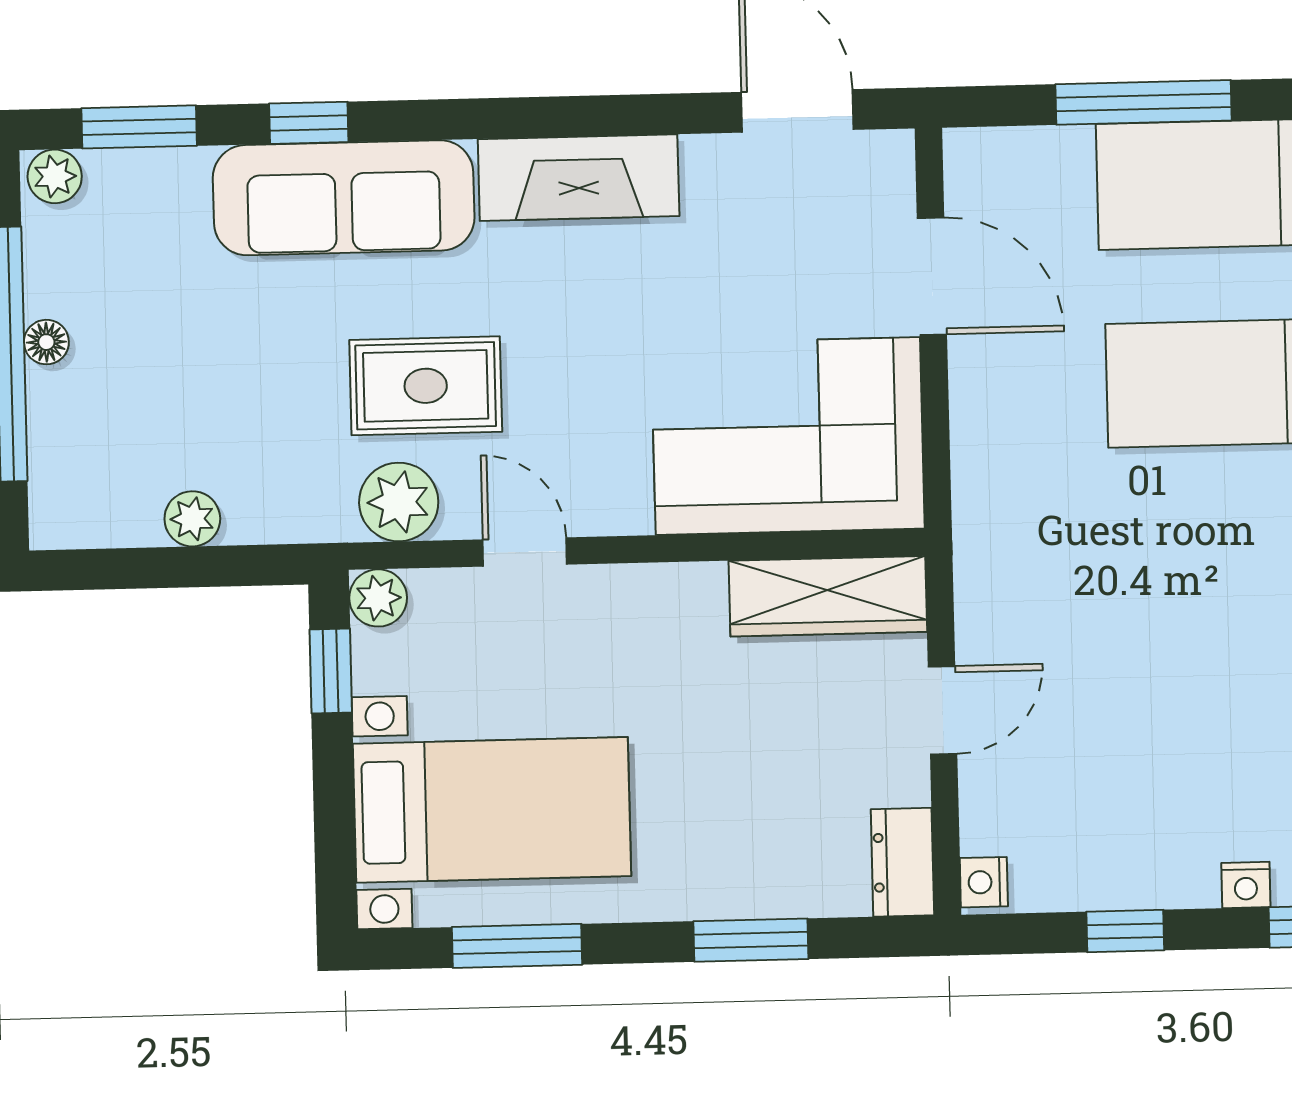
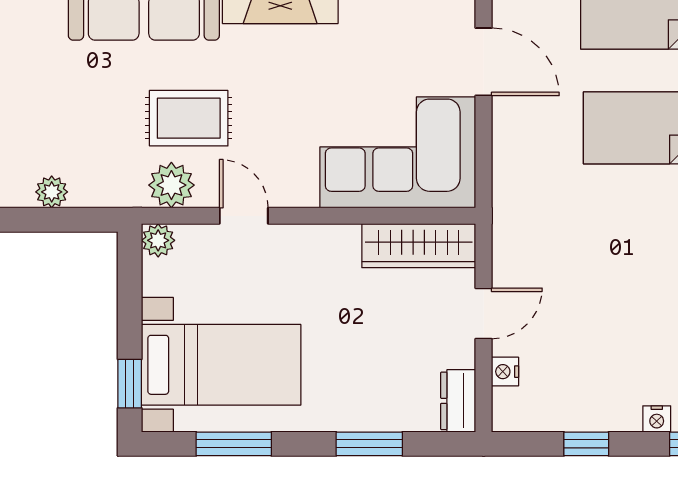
window: (331, 671) -> (130, 384), moved
nightstand: (984, 882) -> (505, 372), moved

